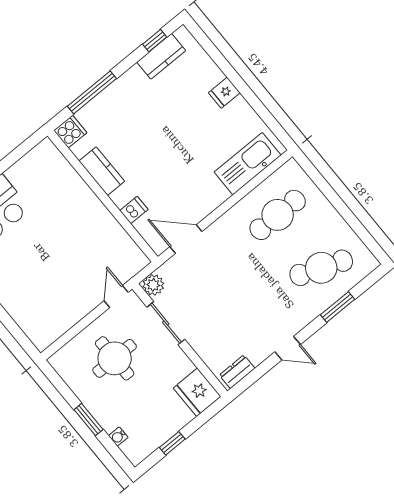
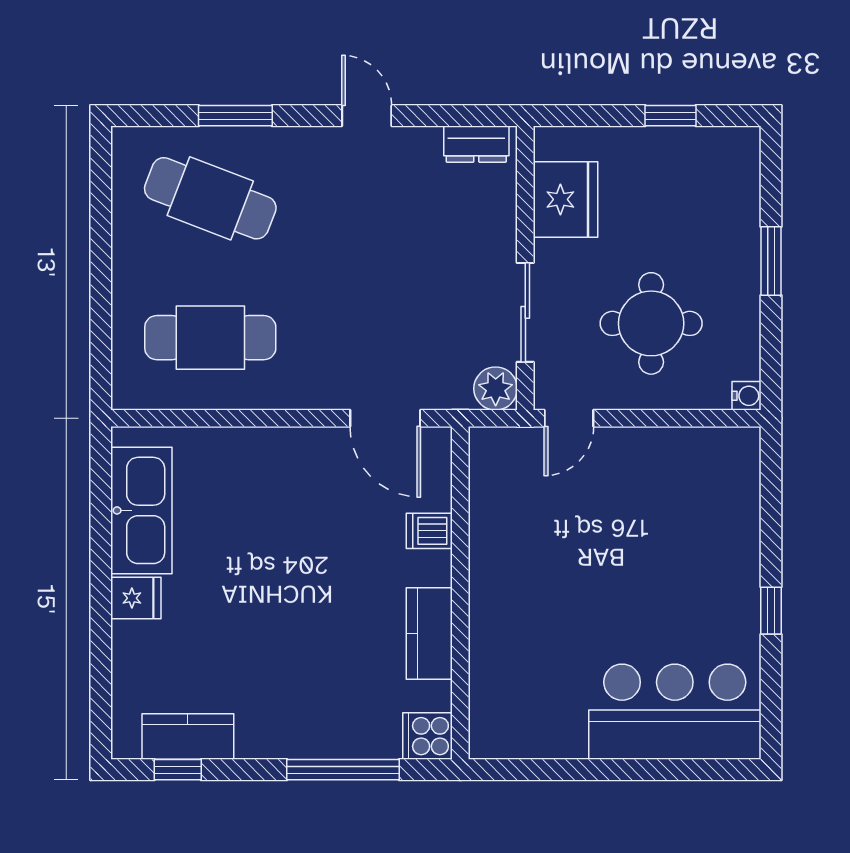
kitchen sink: (248, 164) -> (141, 510), moved, turned -90
fridge: (197, 392) -> (565, 199), moved
water cooler: (118, 437) -> (747, 396), moved

